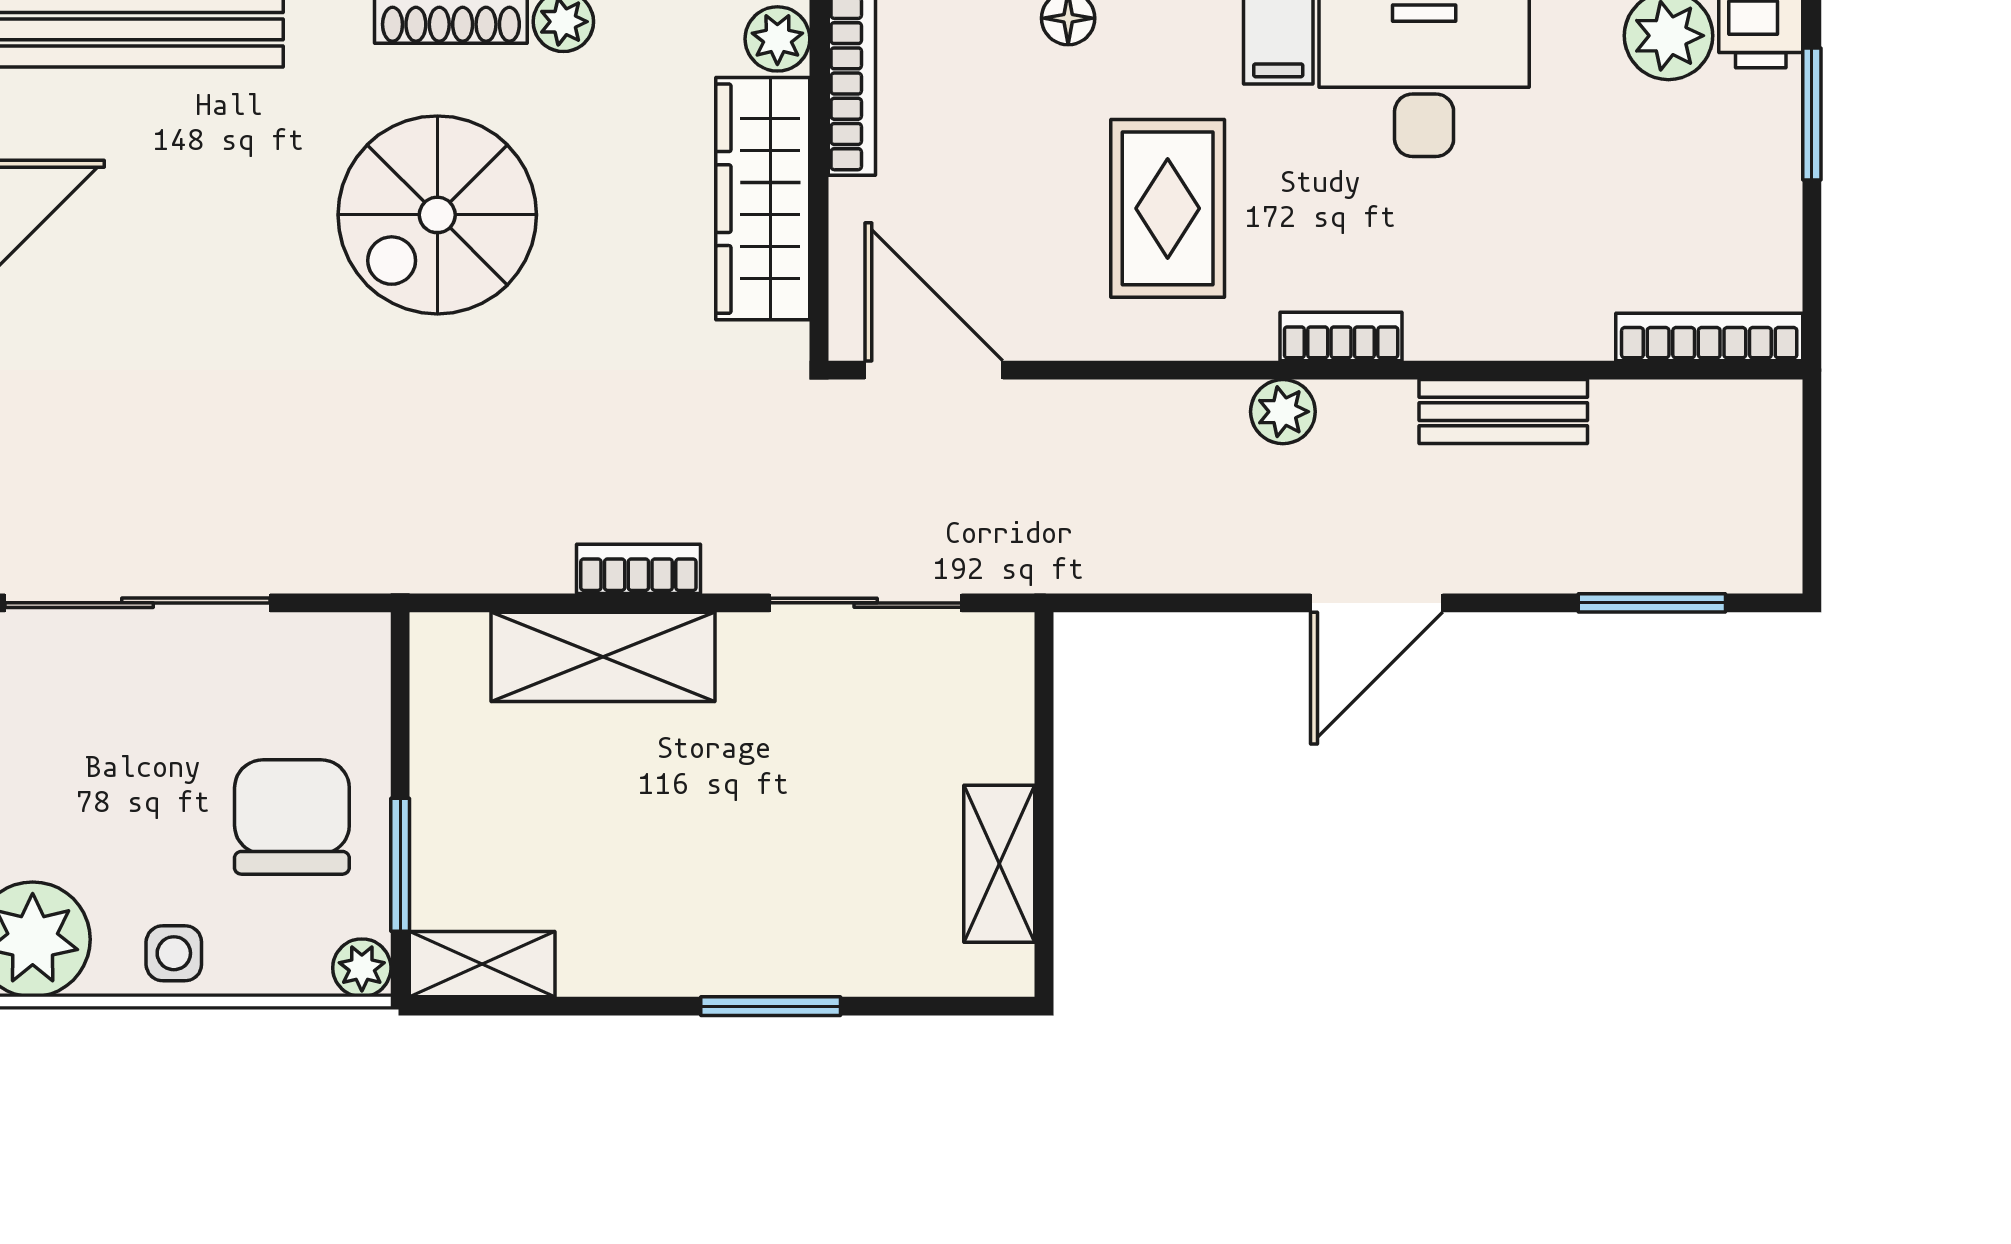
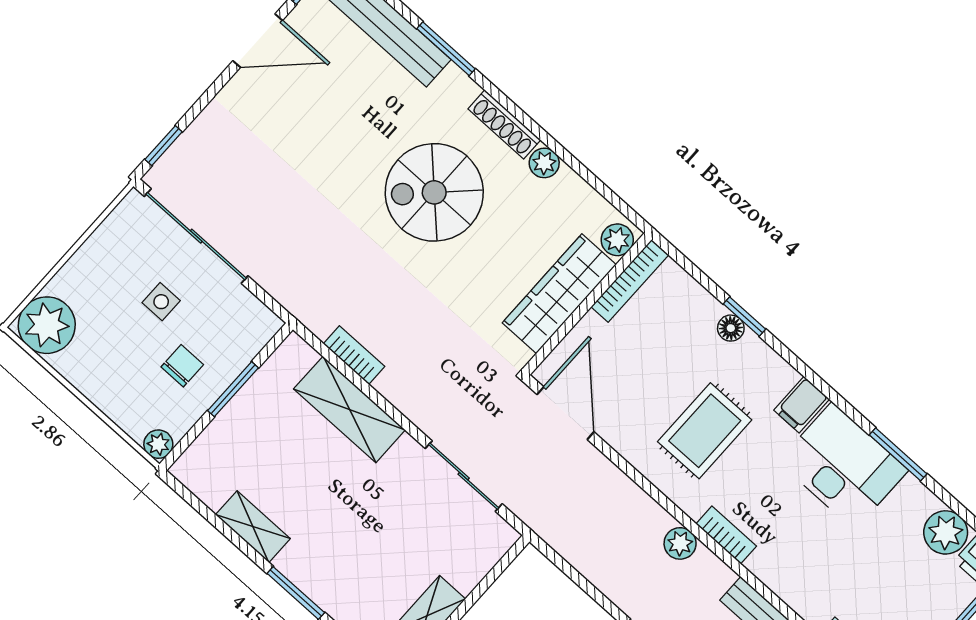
bookcase: (638, 569) -> (354, 355), moved
chair: (292, 817) -> (182, 366), width x0.54, depth x0.54
window: (400, 865) -> (233, 389), moved
side table: (174, 953) -> (161, 302), moved
shelving: (482, 964) -> (253, 527), moved

